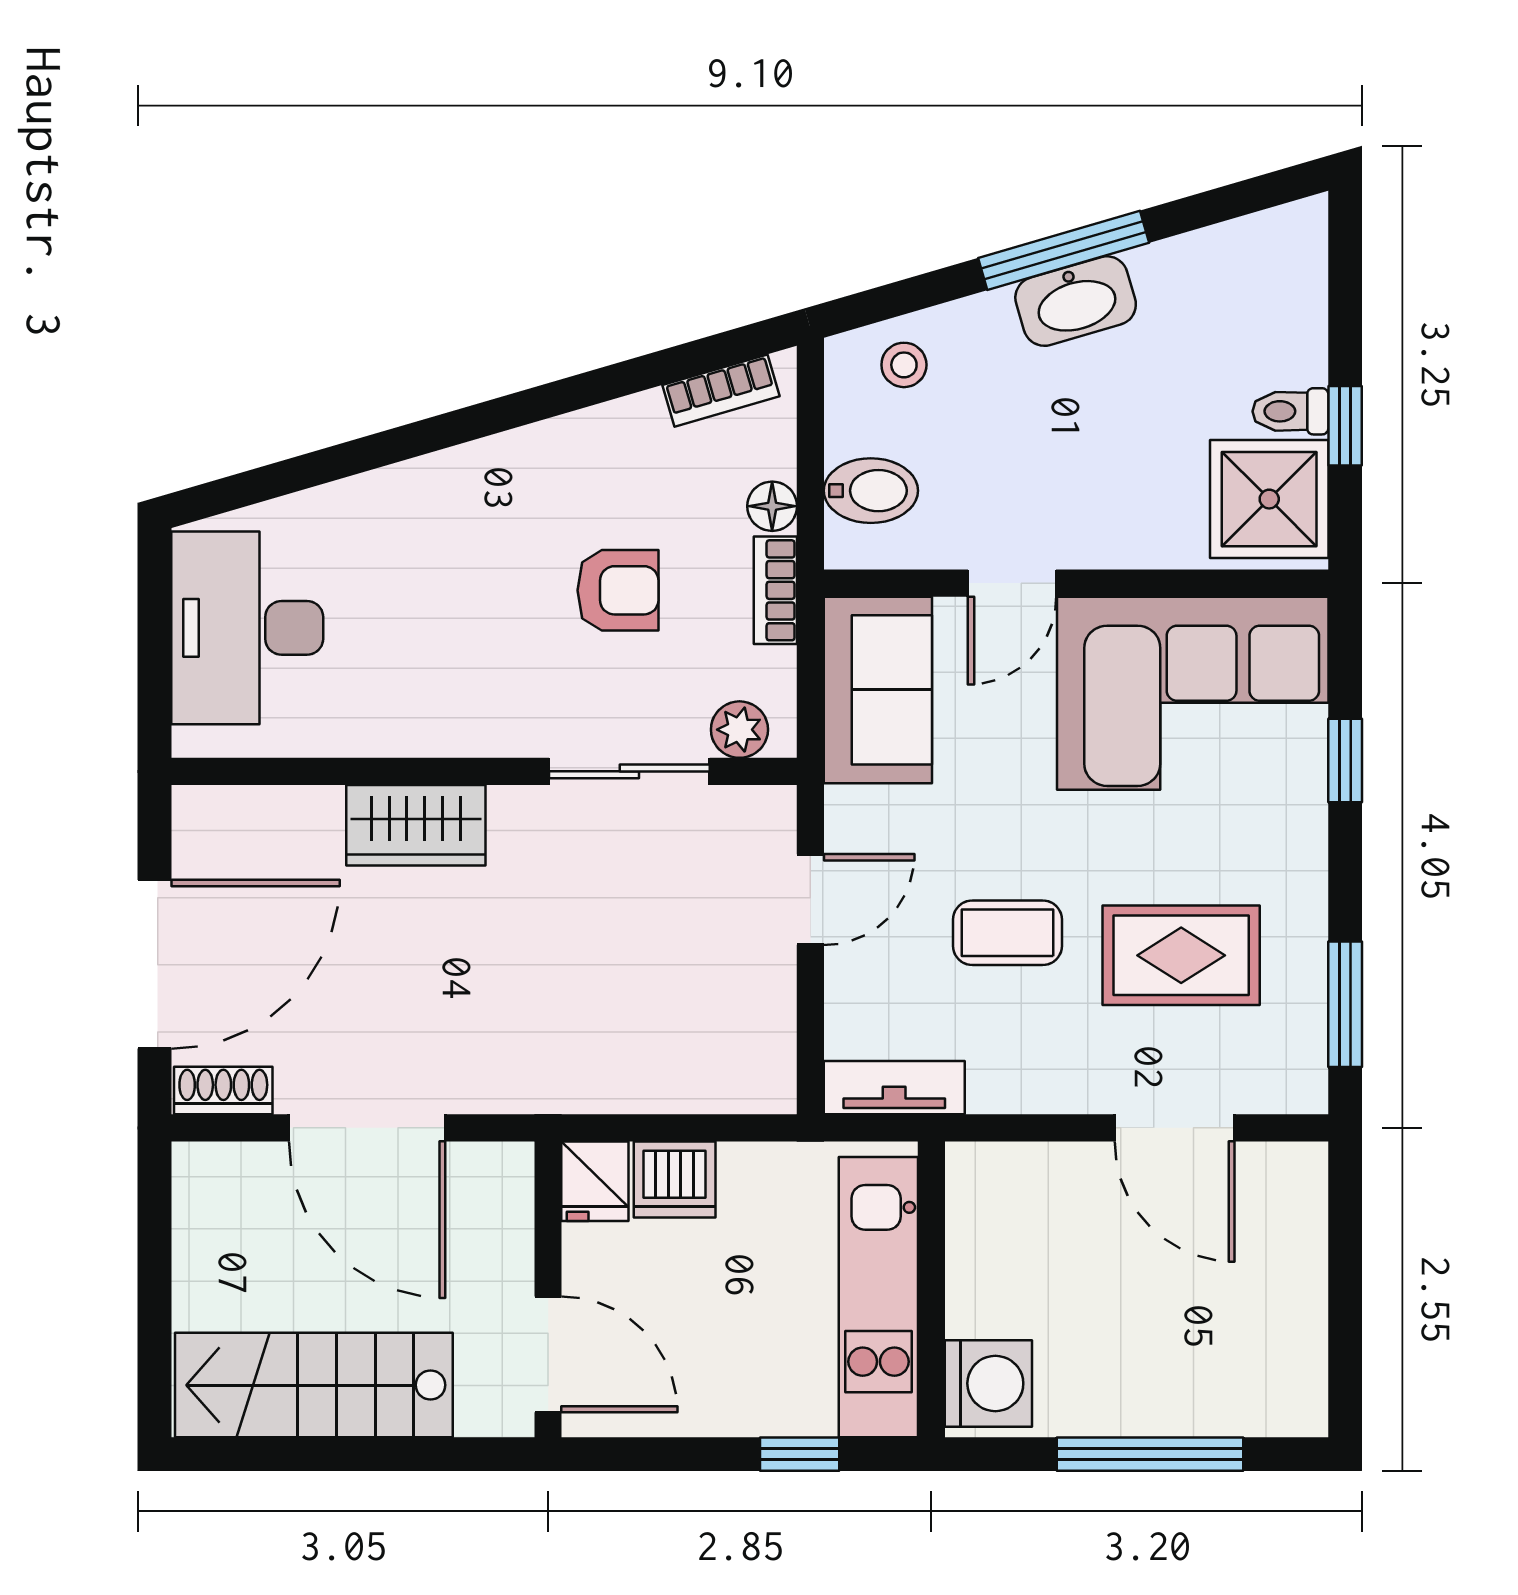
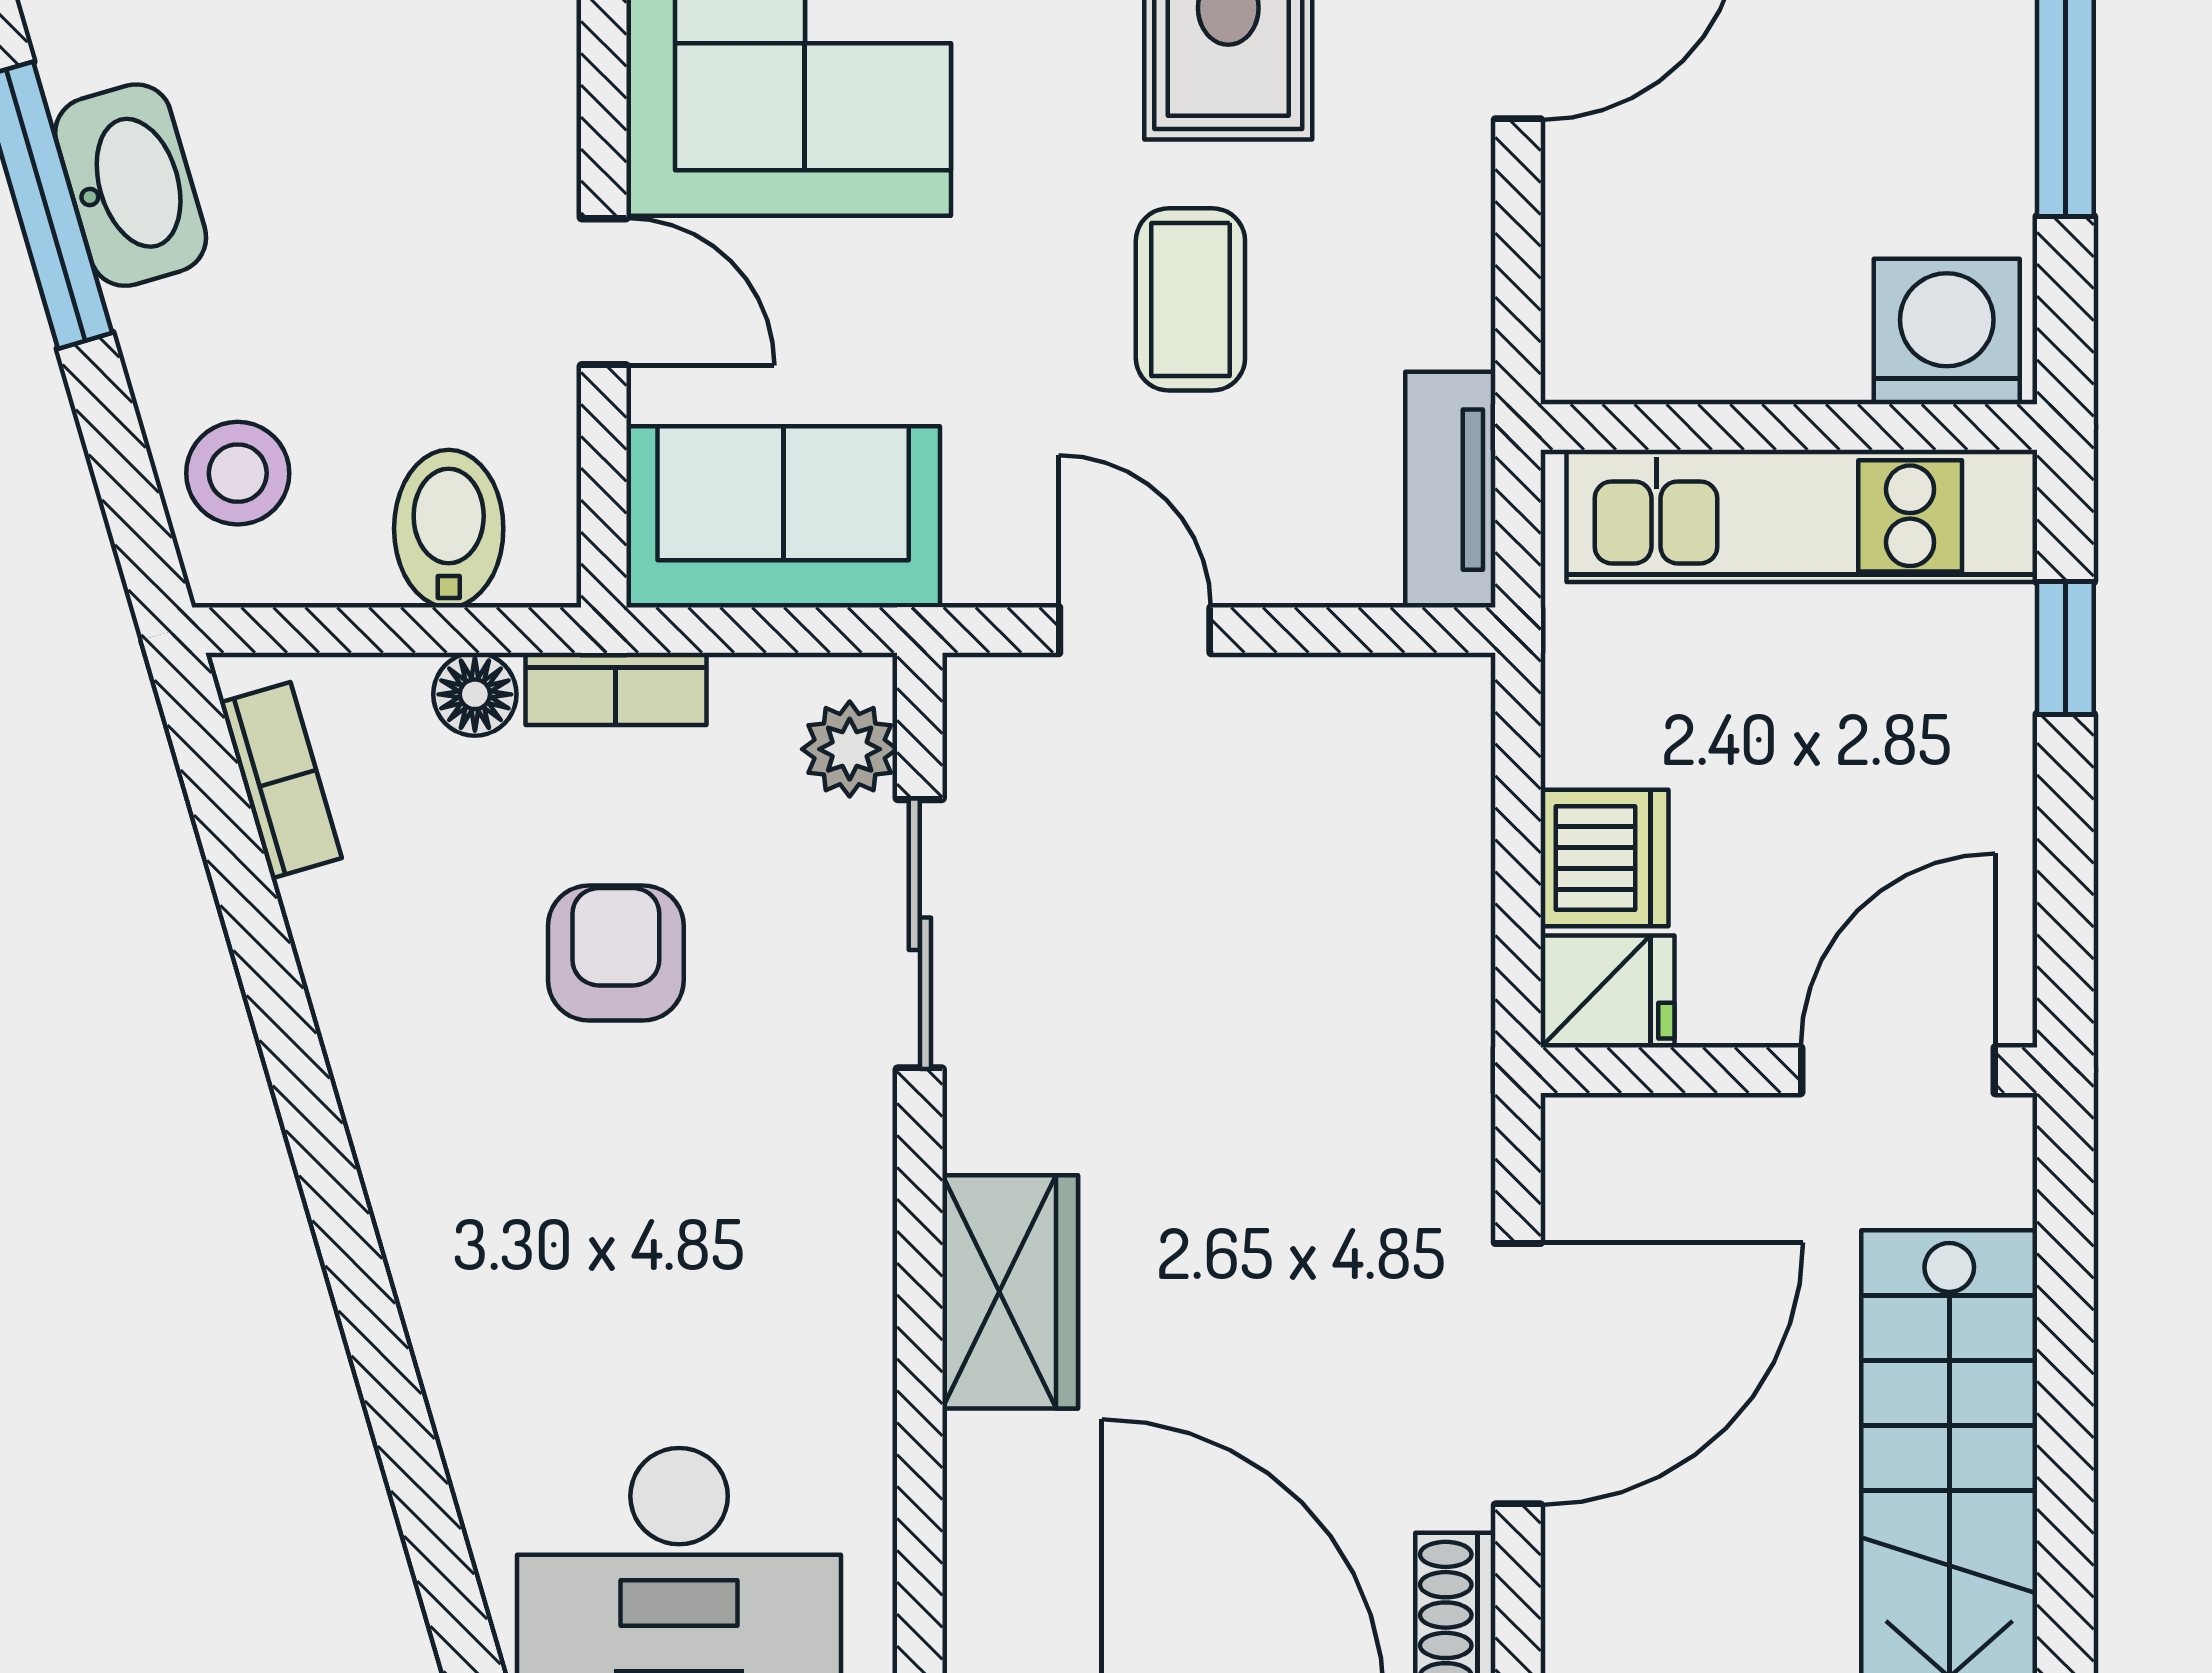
stool: (904, 365) -> (238, 473), width x1.37, depth x1.37

